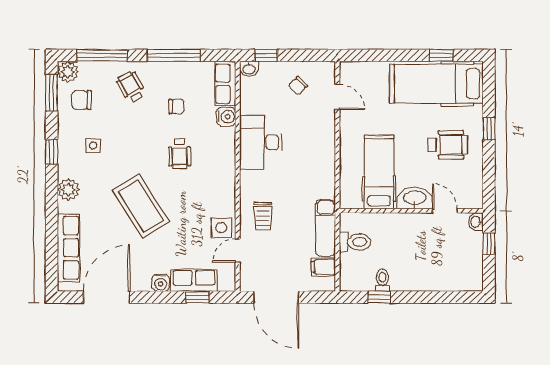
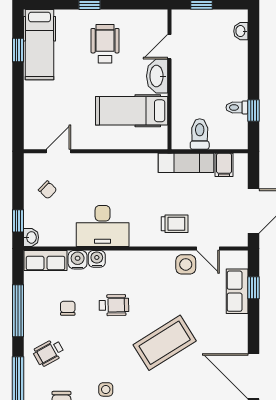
hospital bed: (436, 84) -> (40, 45), width x0.73, depth x0.78
washbasin: (476, 222) -> (241, 31), moved, turned 90
water cooler: (161, 283) -> (97, 259), moved, turned -90

